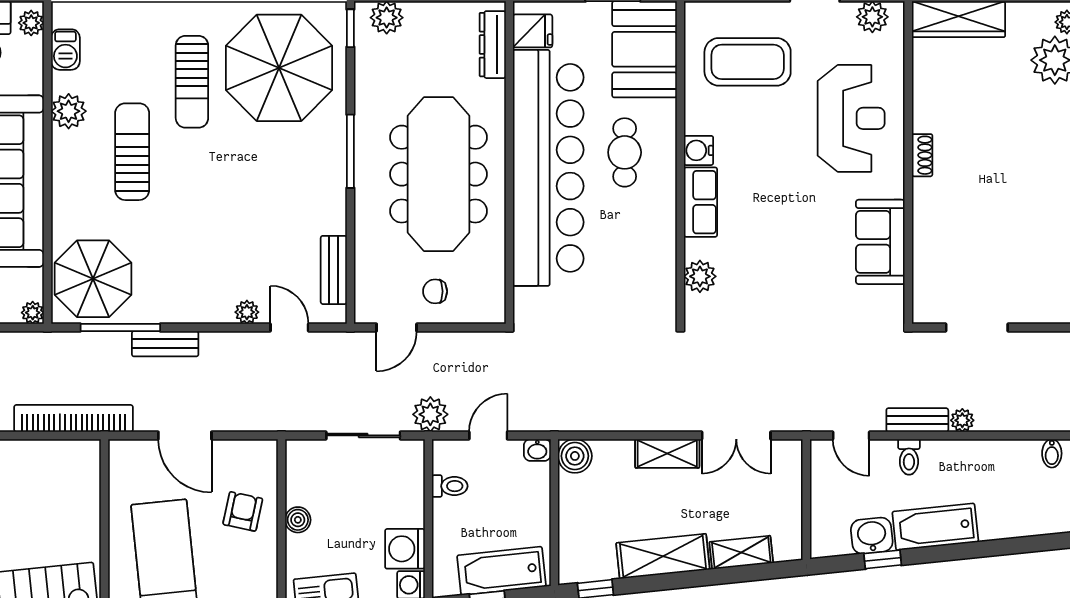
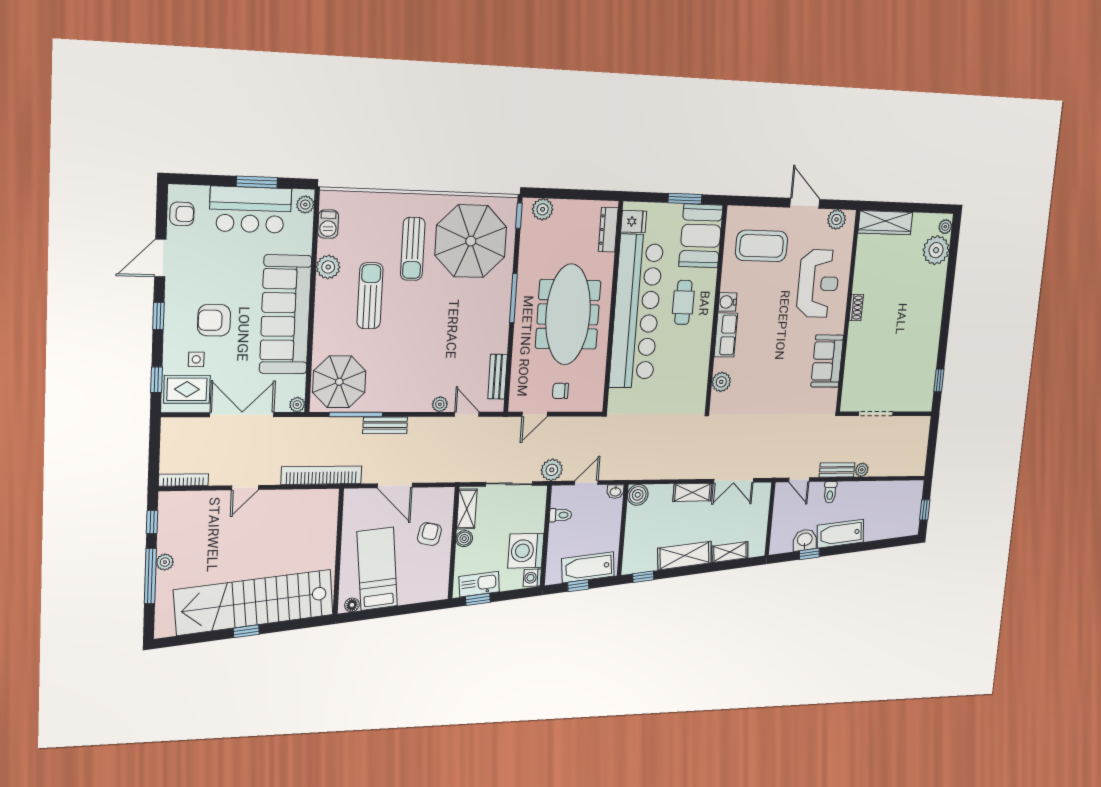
bidet: (1052, 453) -> (909, 489), removed
shelving: (299, 474) -> (467, 509), added
washing machine: (405, 549) -> (526, 551), width x1.37, depth x1.37

